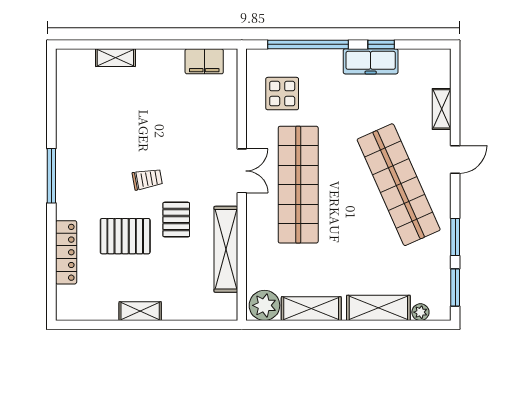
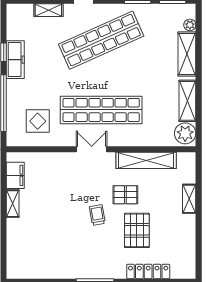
shelving: (115, 58) -> (13, 204), moved
shelving: (140, 311) -> (189, 199), moved

